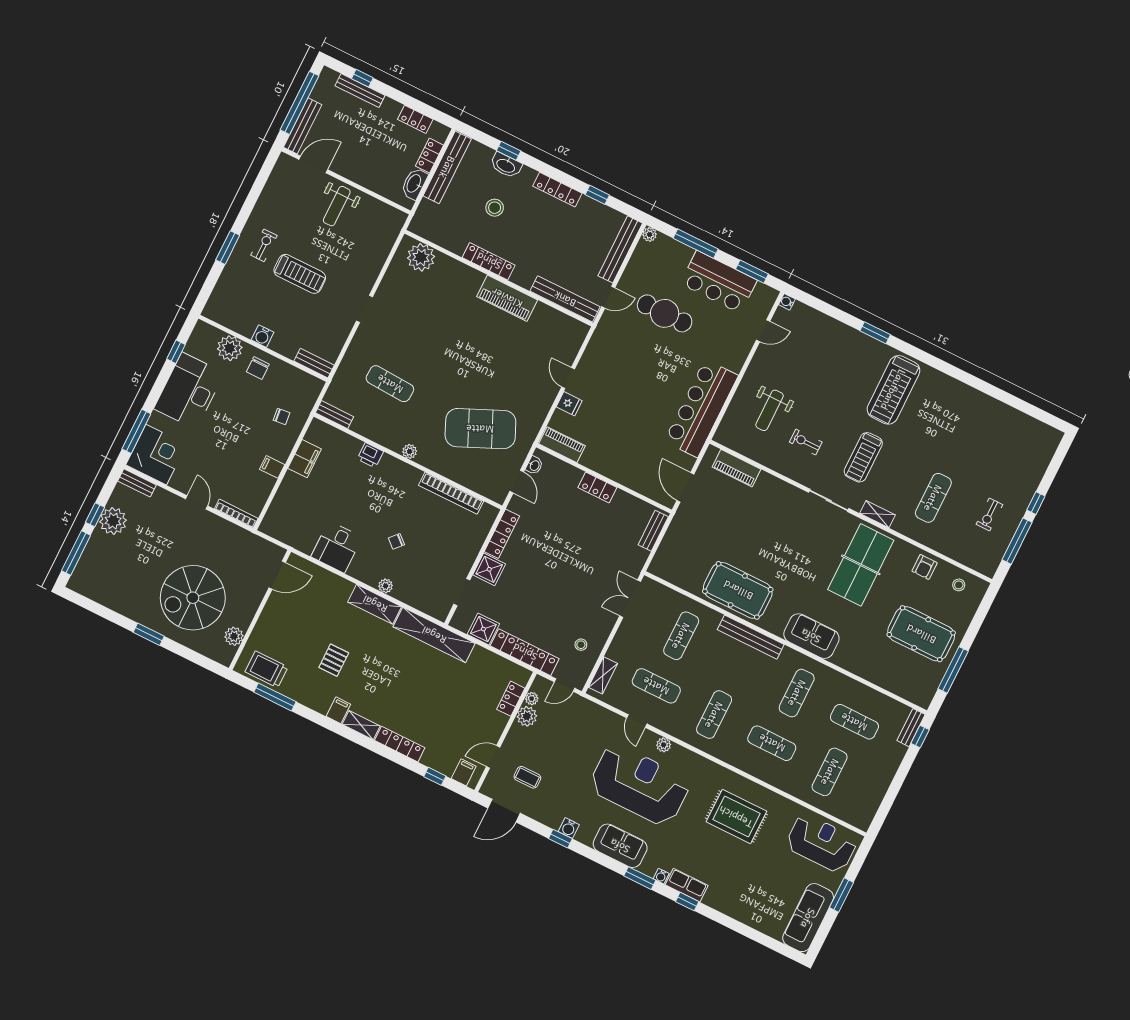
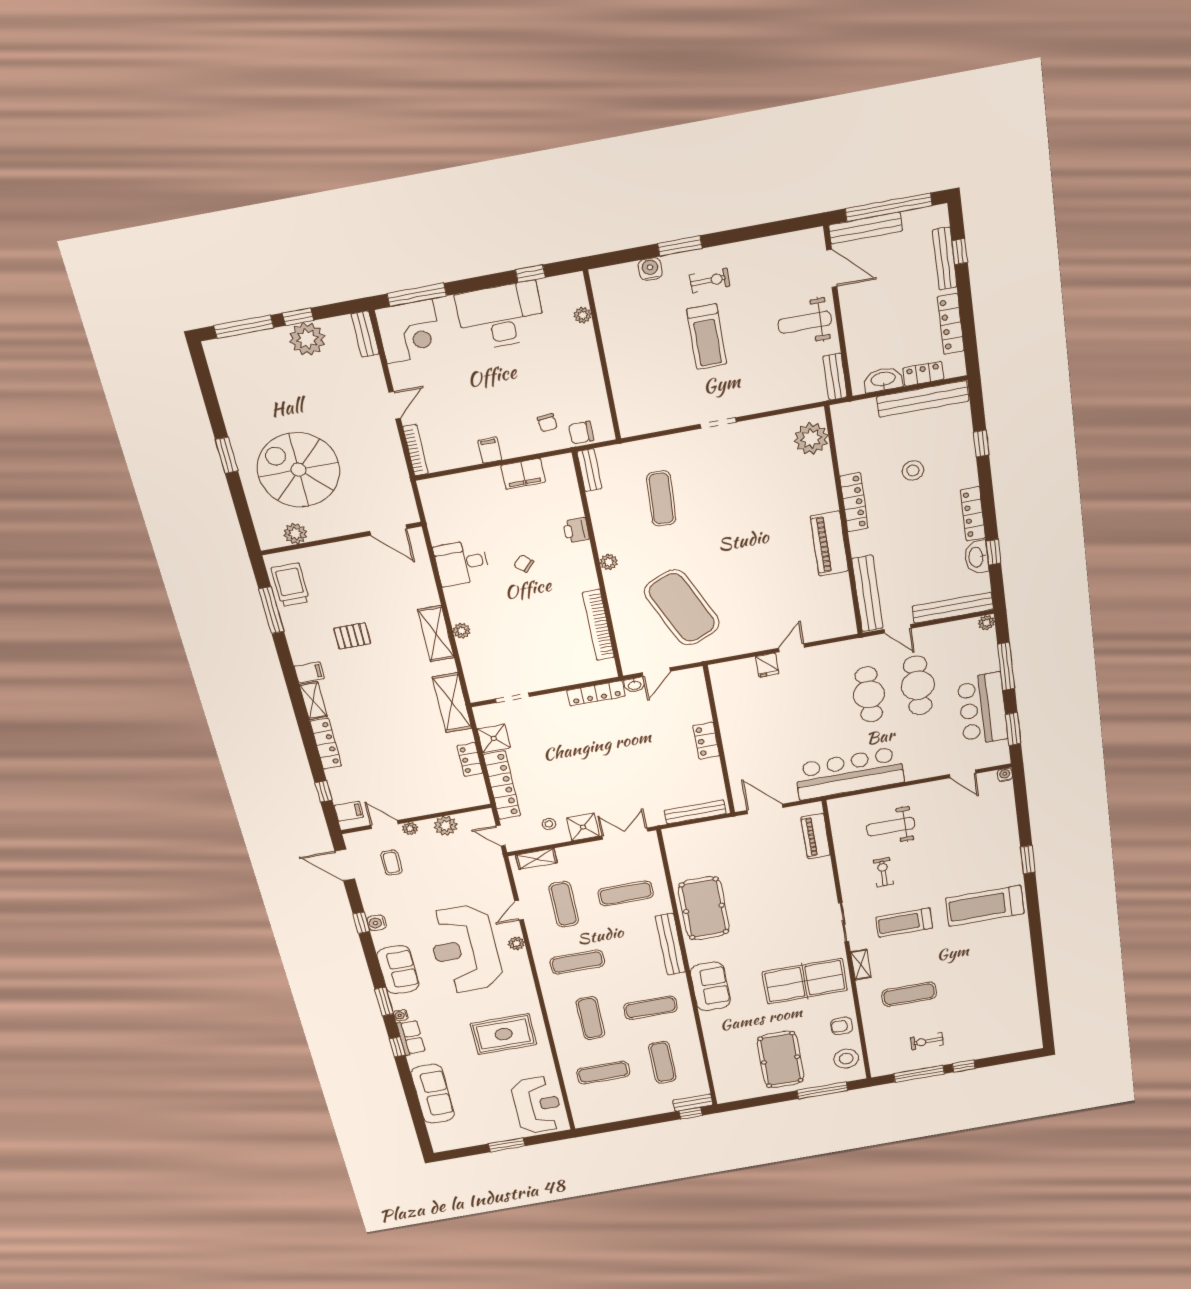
locker: (415, 119) -> (951, 324), width x1.53
washbasin: (506, 165) -> (977, 557), moved
water cooler: (262, 336) -> (650, 269), moved, turned 90
plant: (230, 348) -> (583, 315), width x0.53, depth x0.53
cafe table: (646, 351) -> (869, 694), added
bench: (314, 363) -> (835, 377), moved
chair: (258, 368) -> (581, 433), moved
piano: (562, 445) -> (723, 686), removed
washbasin: (534, 465) -> (635, 685), moved
door: (685, 487) -> (765, 809), hinge flipped
bench: (653, 531) -> (695, 812), width x1.36
chair: (396, 541) -> (524, 564), moved
shower: (489, 569) -> (583, 827), moved
stool: (959, 585) -> (846, 1059), width x1.89, depth x1.89
shelving: (434, 635) -> (452, 703), width x0.68
window: (953, 670) -> (822, 1090), moved
locker: (511, 699) -> (470, 759), moved, turned -90
plant: (532, 699) -> (410, 829), moved
reception desk: (640, 785) -> (465, 949), turned 180
rug: (736, 817) -> (503, 1034), turned 90
sofa: (808, 918) -> (433, 1094), moved, turned 90

